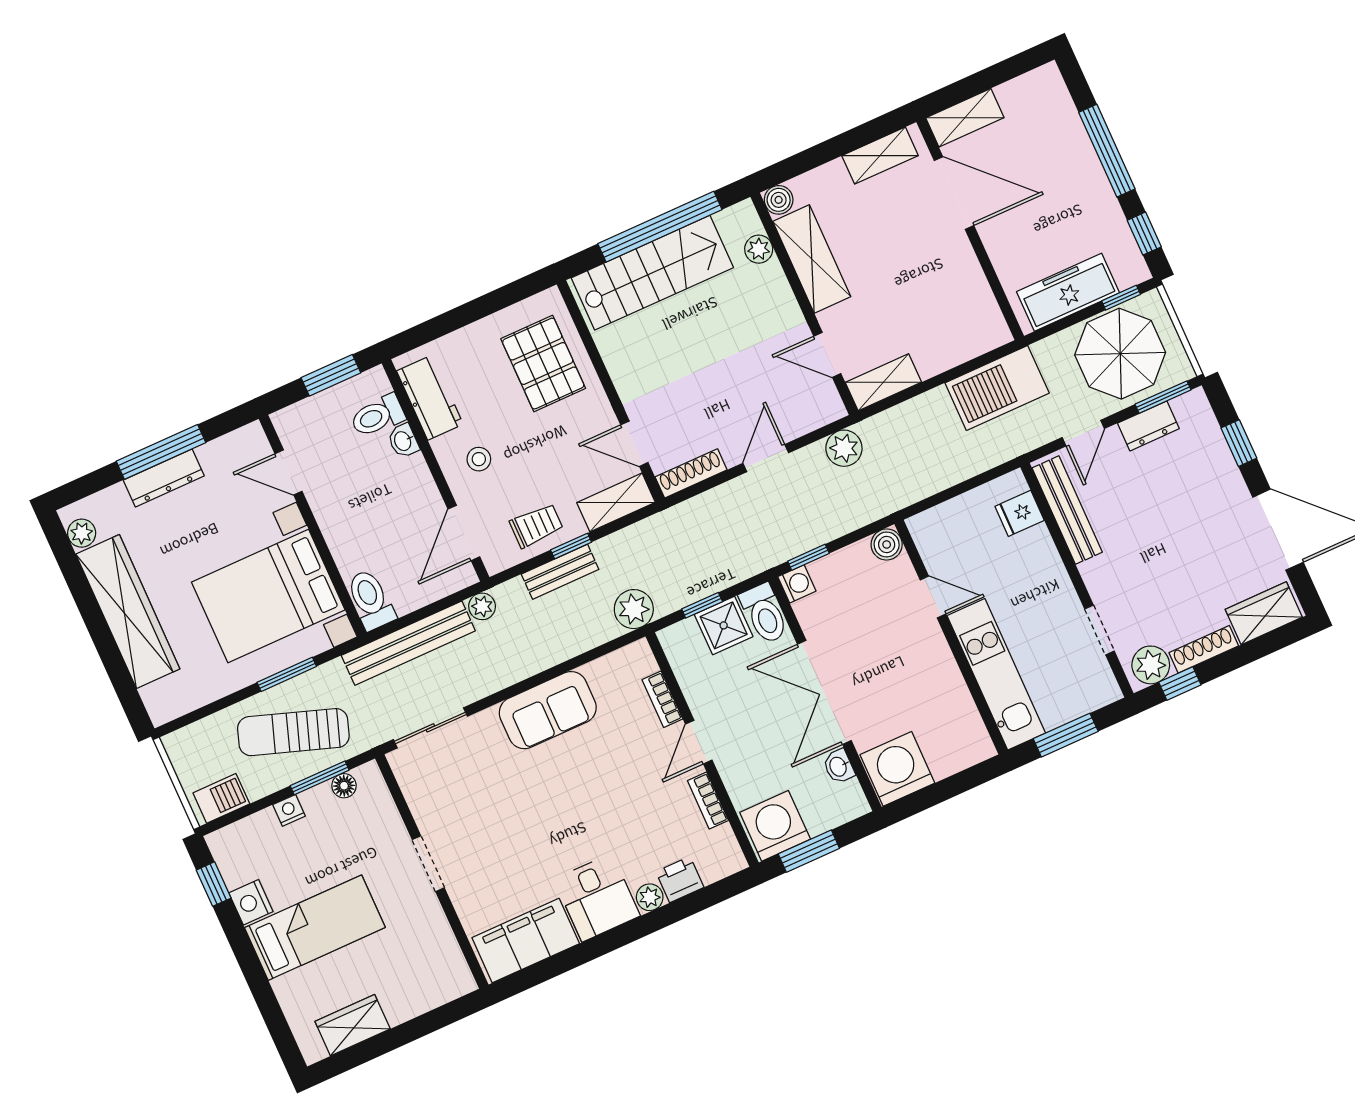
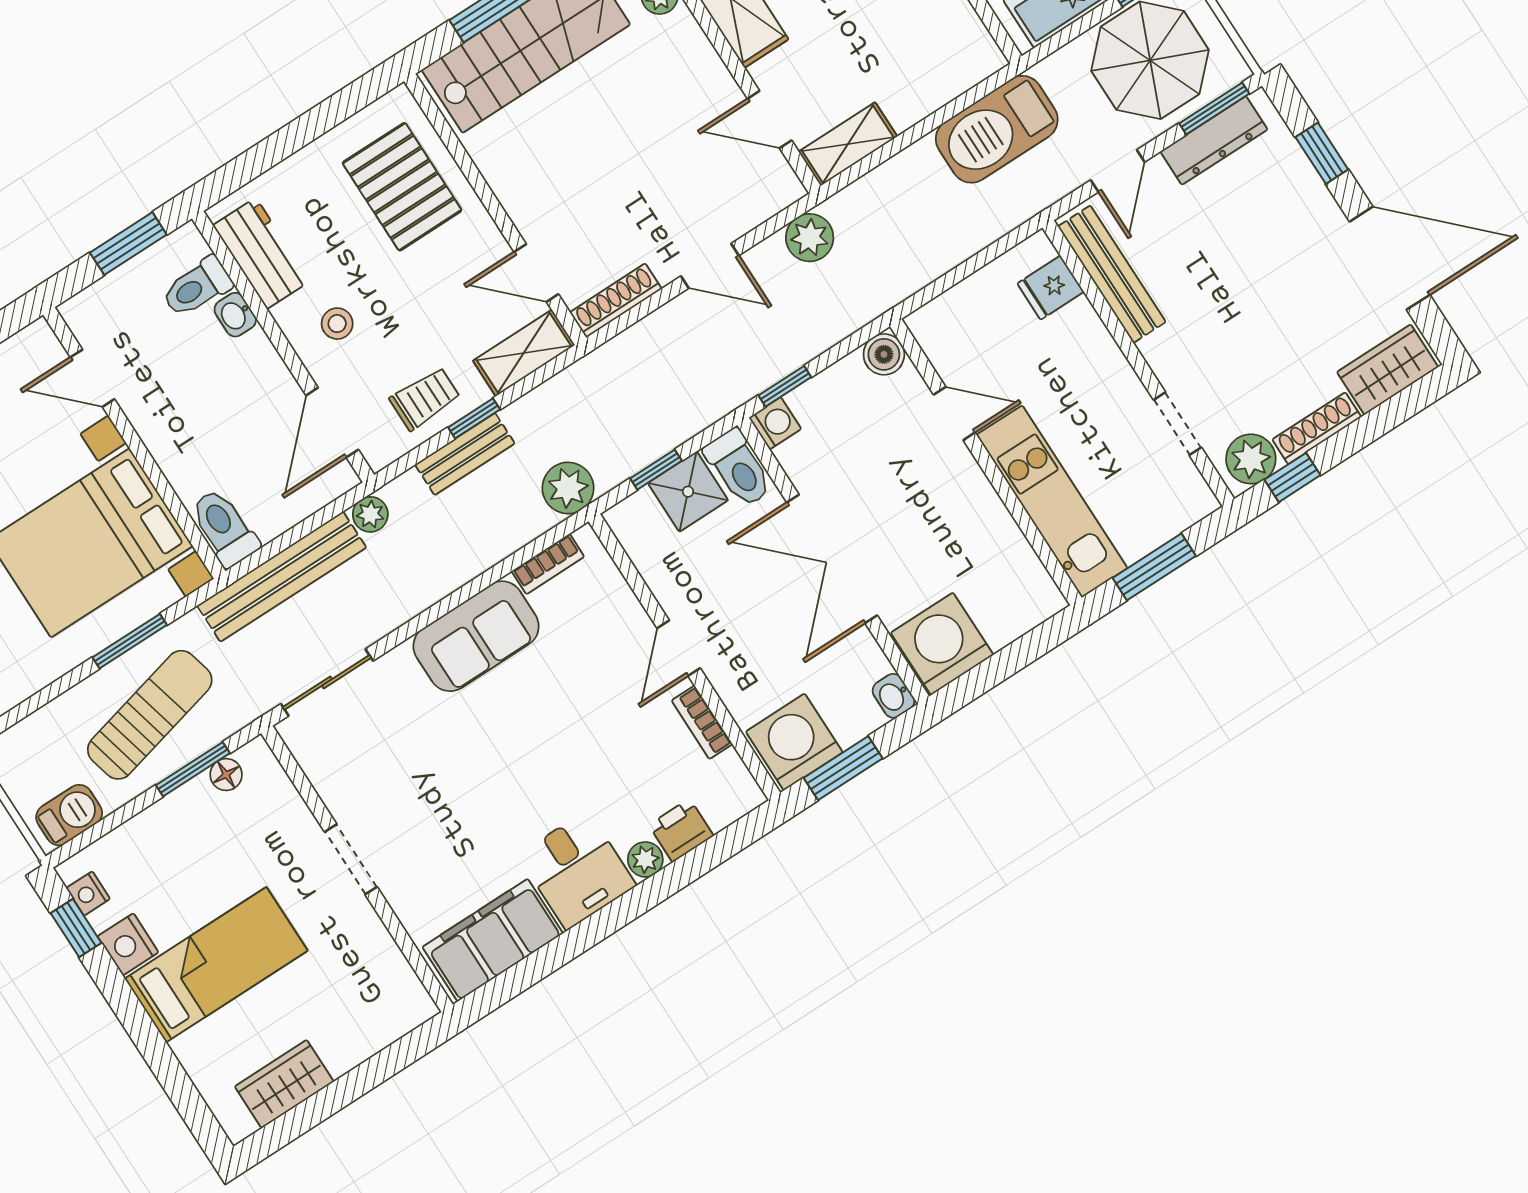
dresser: (1148, 426) -> (1214, 140), width x1.44
door: (766, 458) -> (710, 266), swing flipped
bookcase: (662, 699) -> (548, 564), moved, turned -90
sun lounger: (293, 732) -> (150, 715), turned 147
washbasin: (839, 766) -> (893, 696), moved
nightstand: (289, 810) -> (88, 893), moved, turned -90

